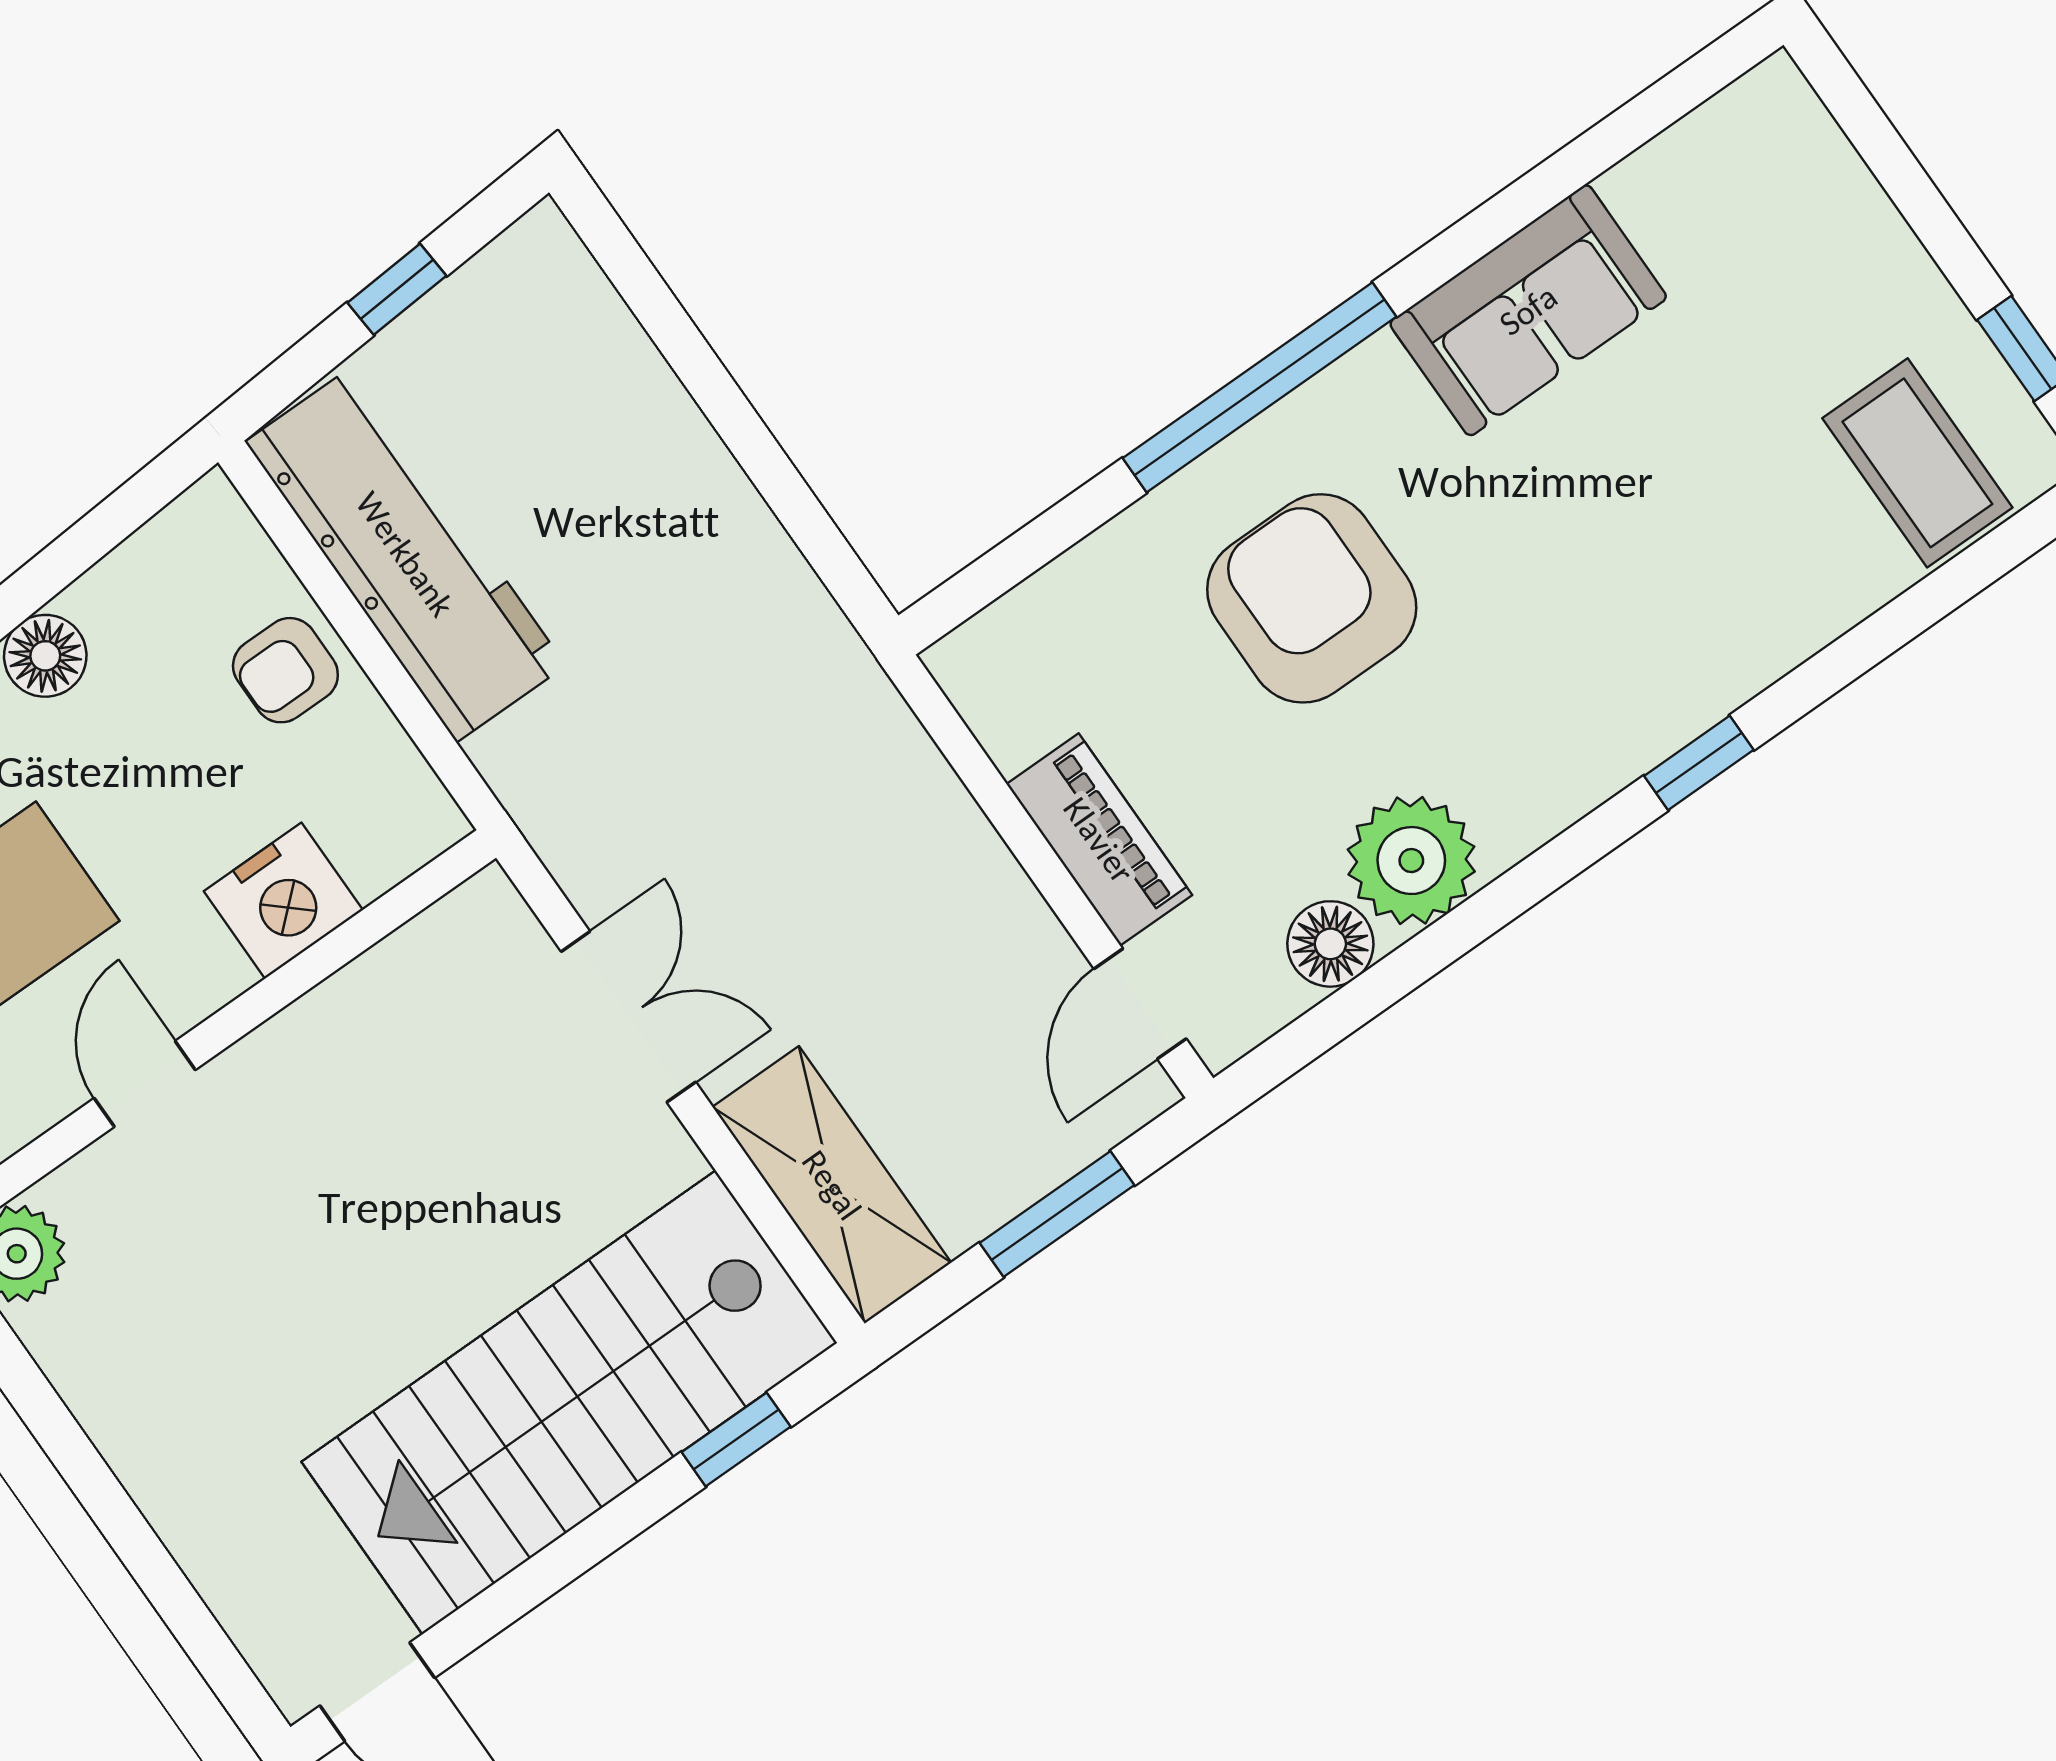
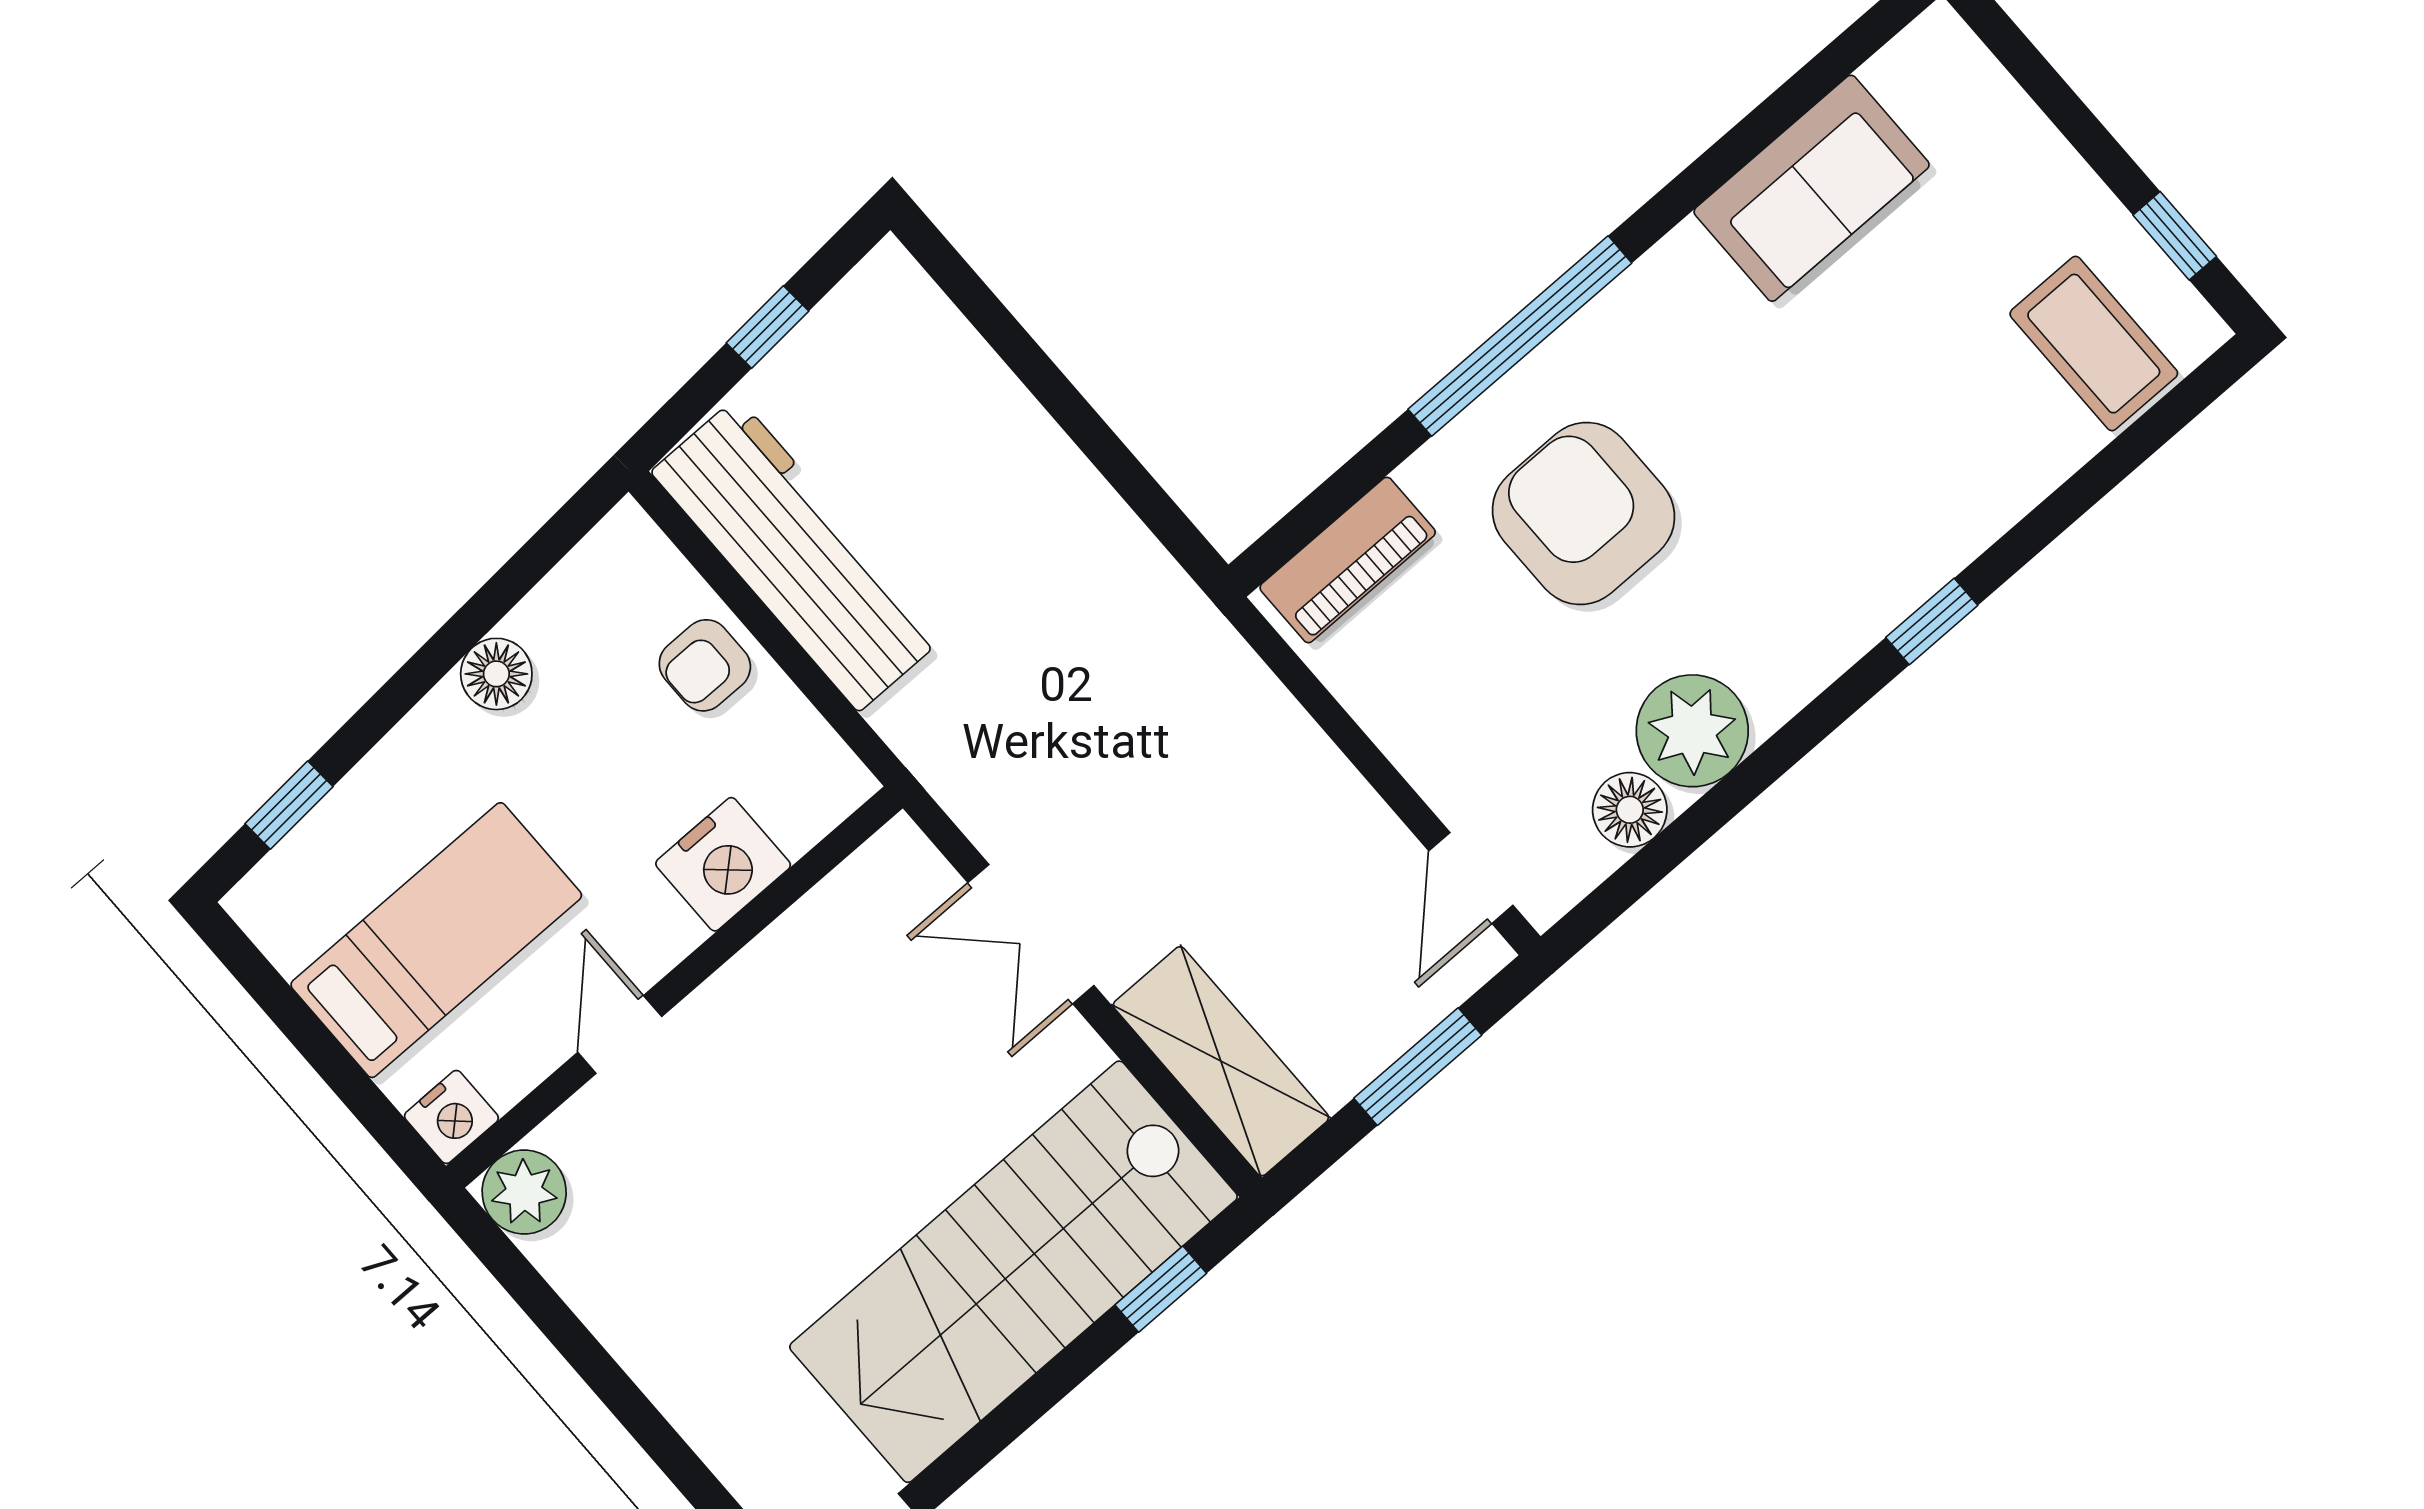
sofa: (1528, 310) -> (1812, 188), moved
piano: (1099, 840) -> (1348, 560), moved, turned 90
double door: (628, 1017) -> (1031, 934), swing flipped

